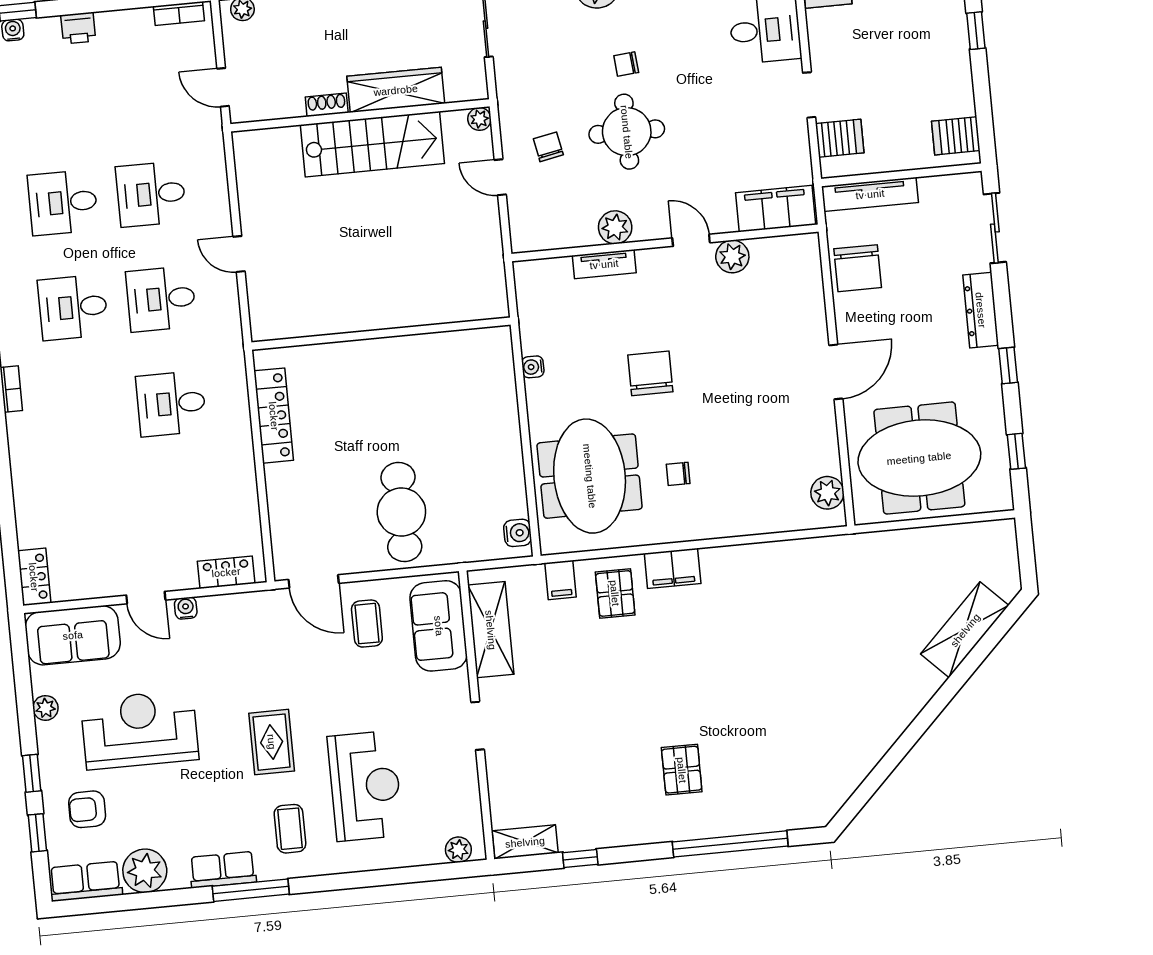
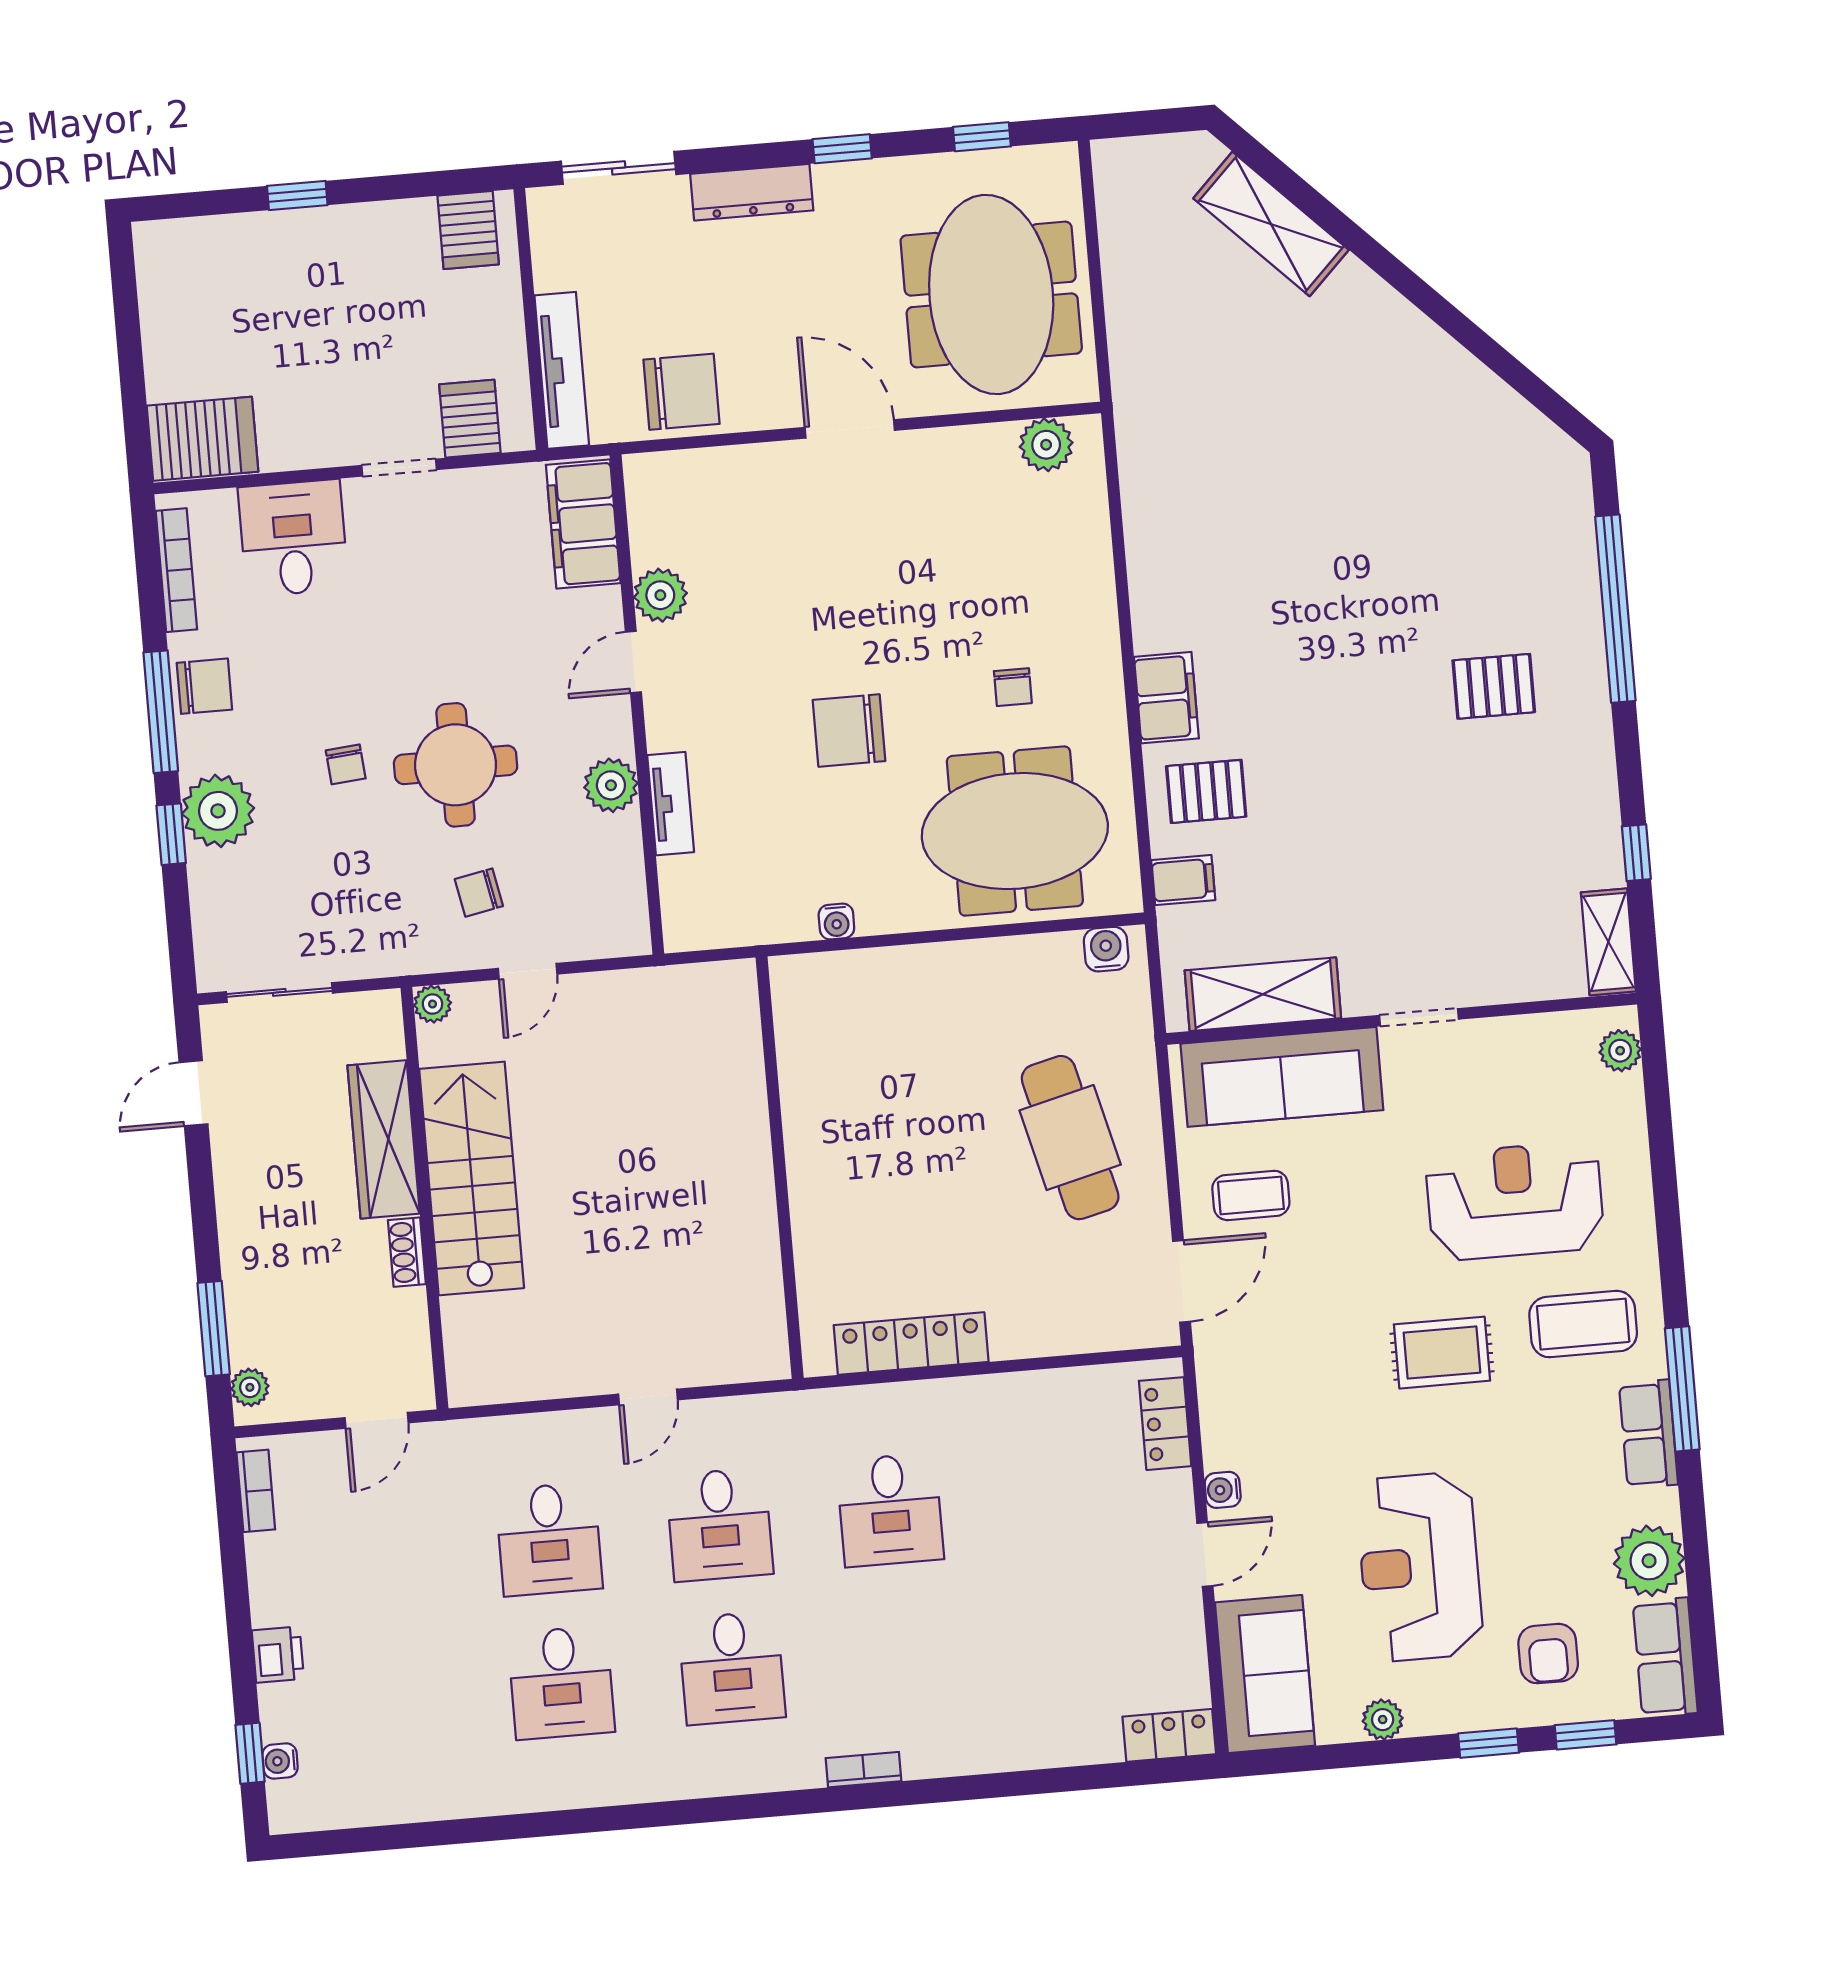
cafe table: (401, 512) -> (1070, 1138), turned 76
sofa: (439, 626) -> (1282, 1077), width x1.36
coffee table: (290, 829) -> (1583, 1324), width x1.36, depth x1.30

